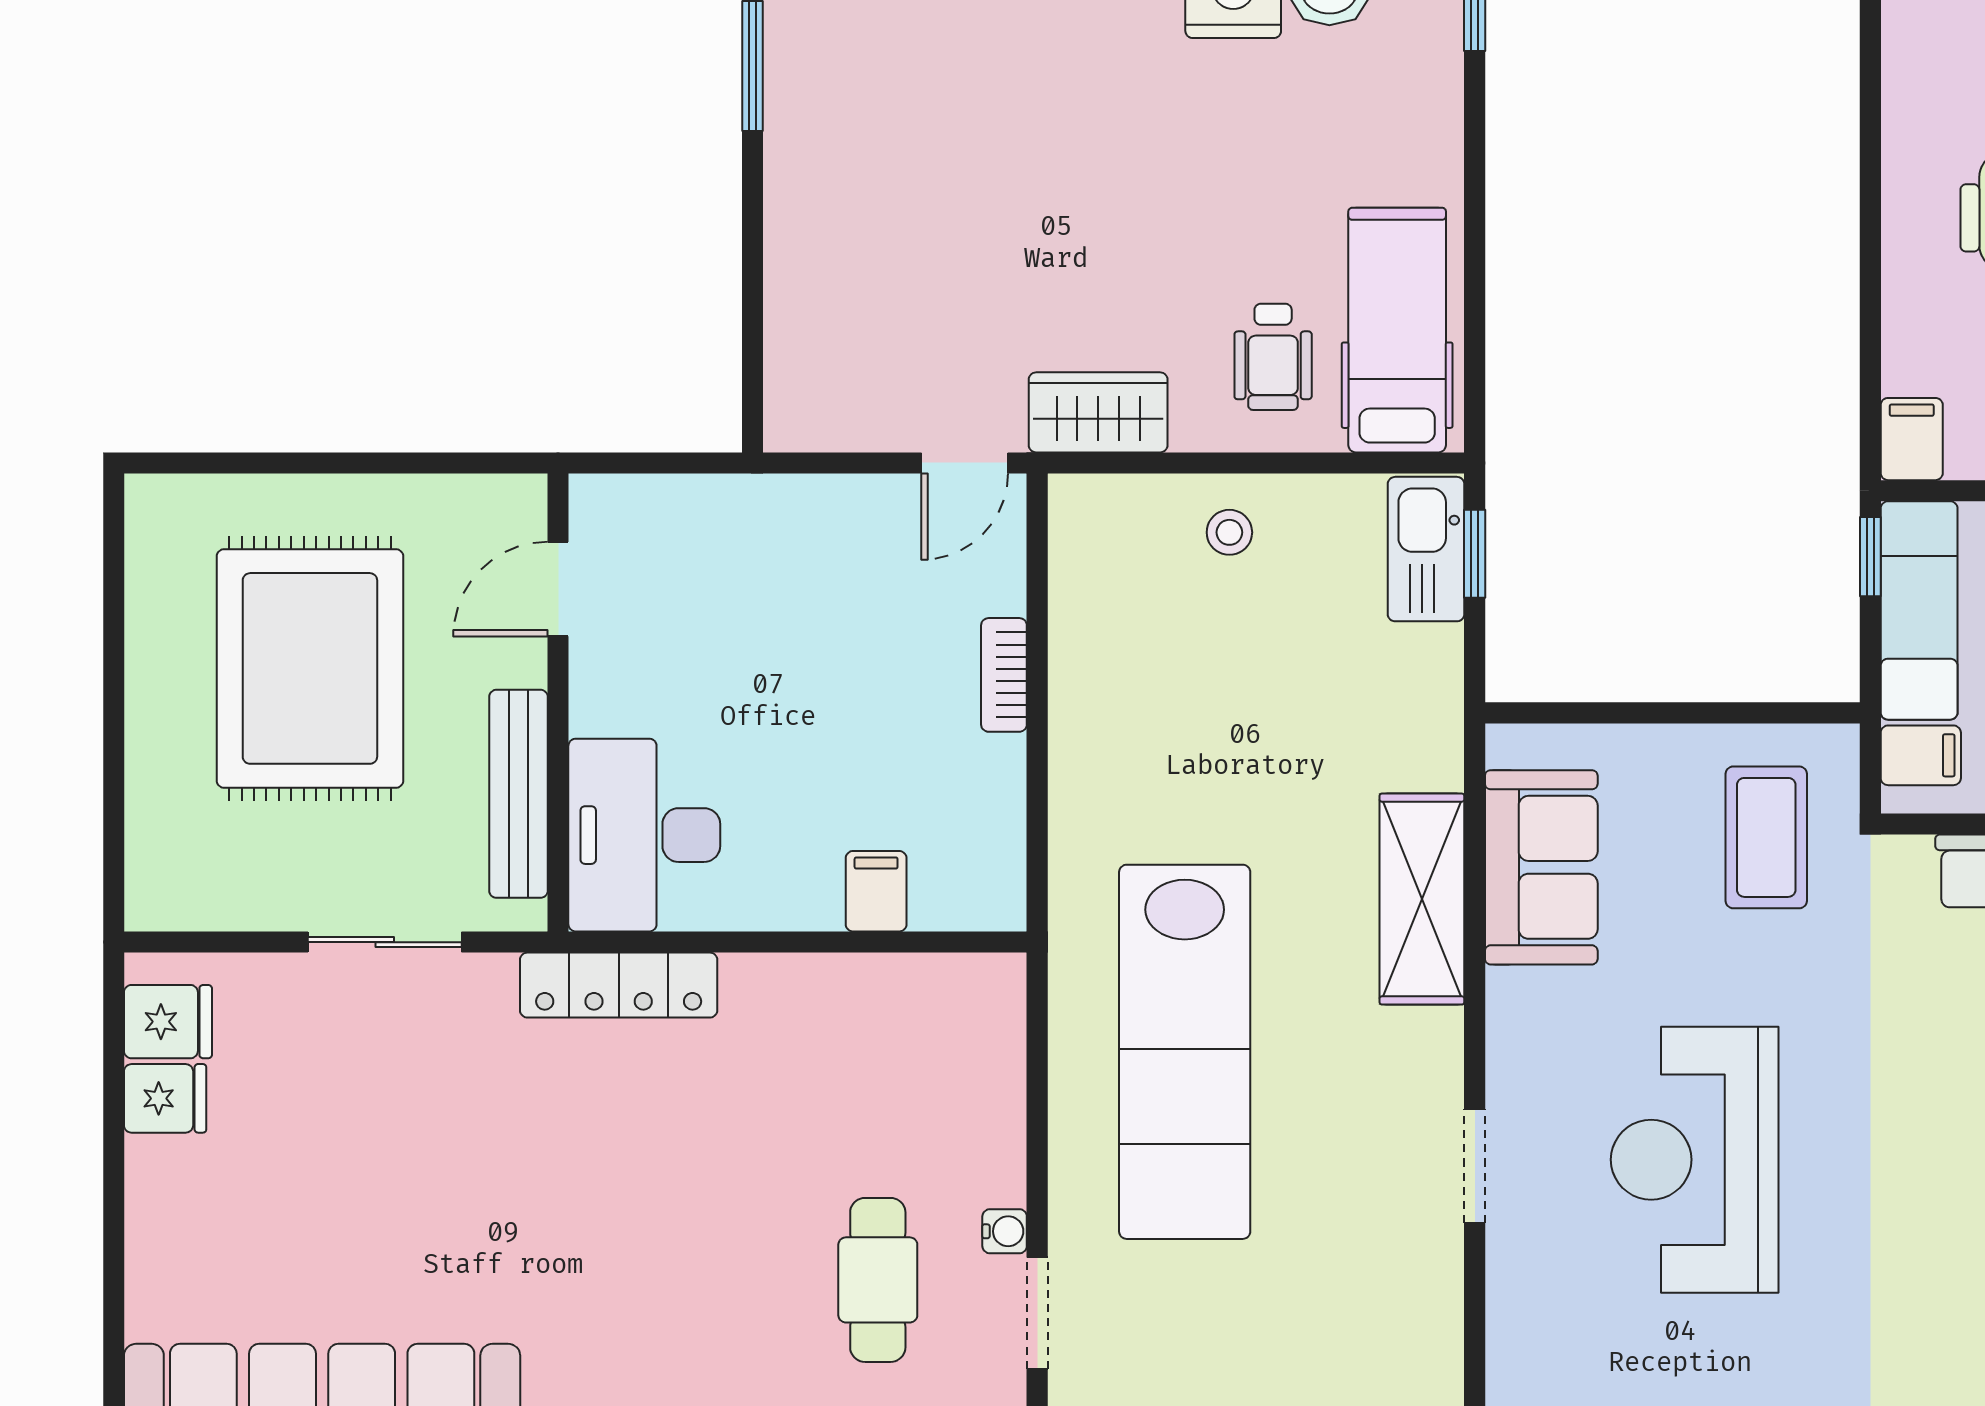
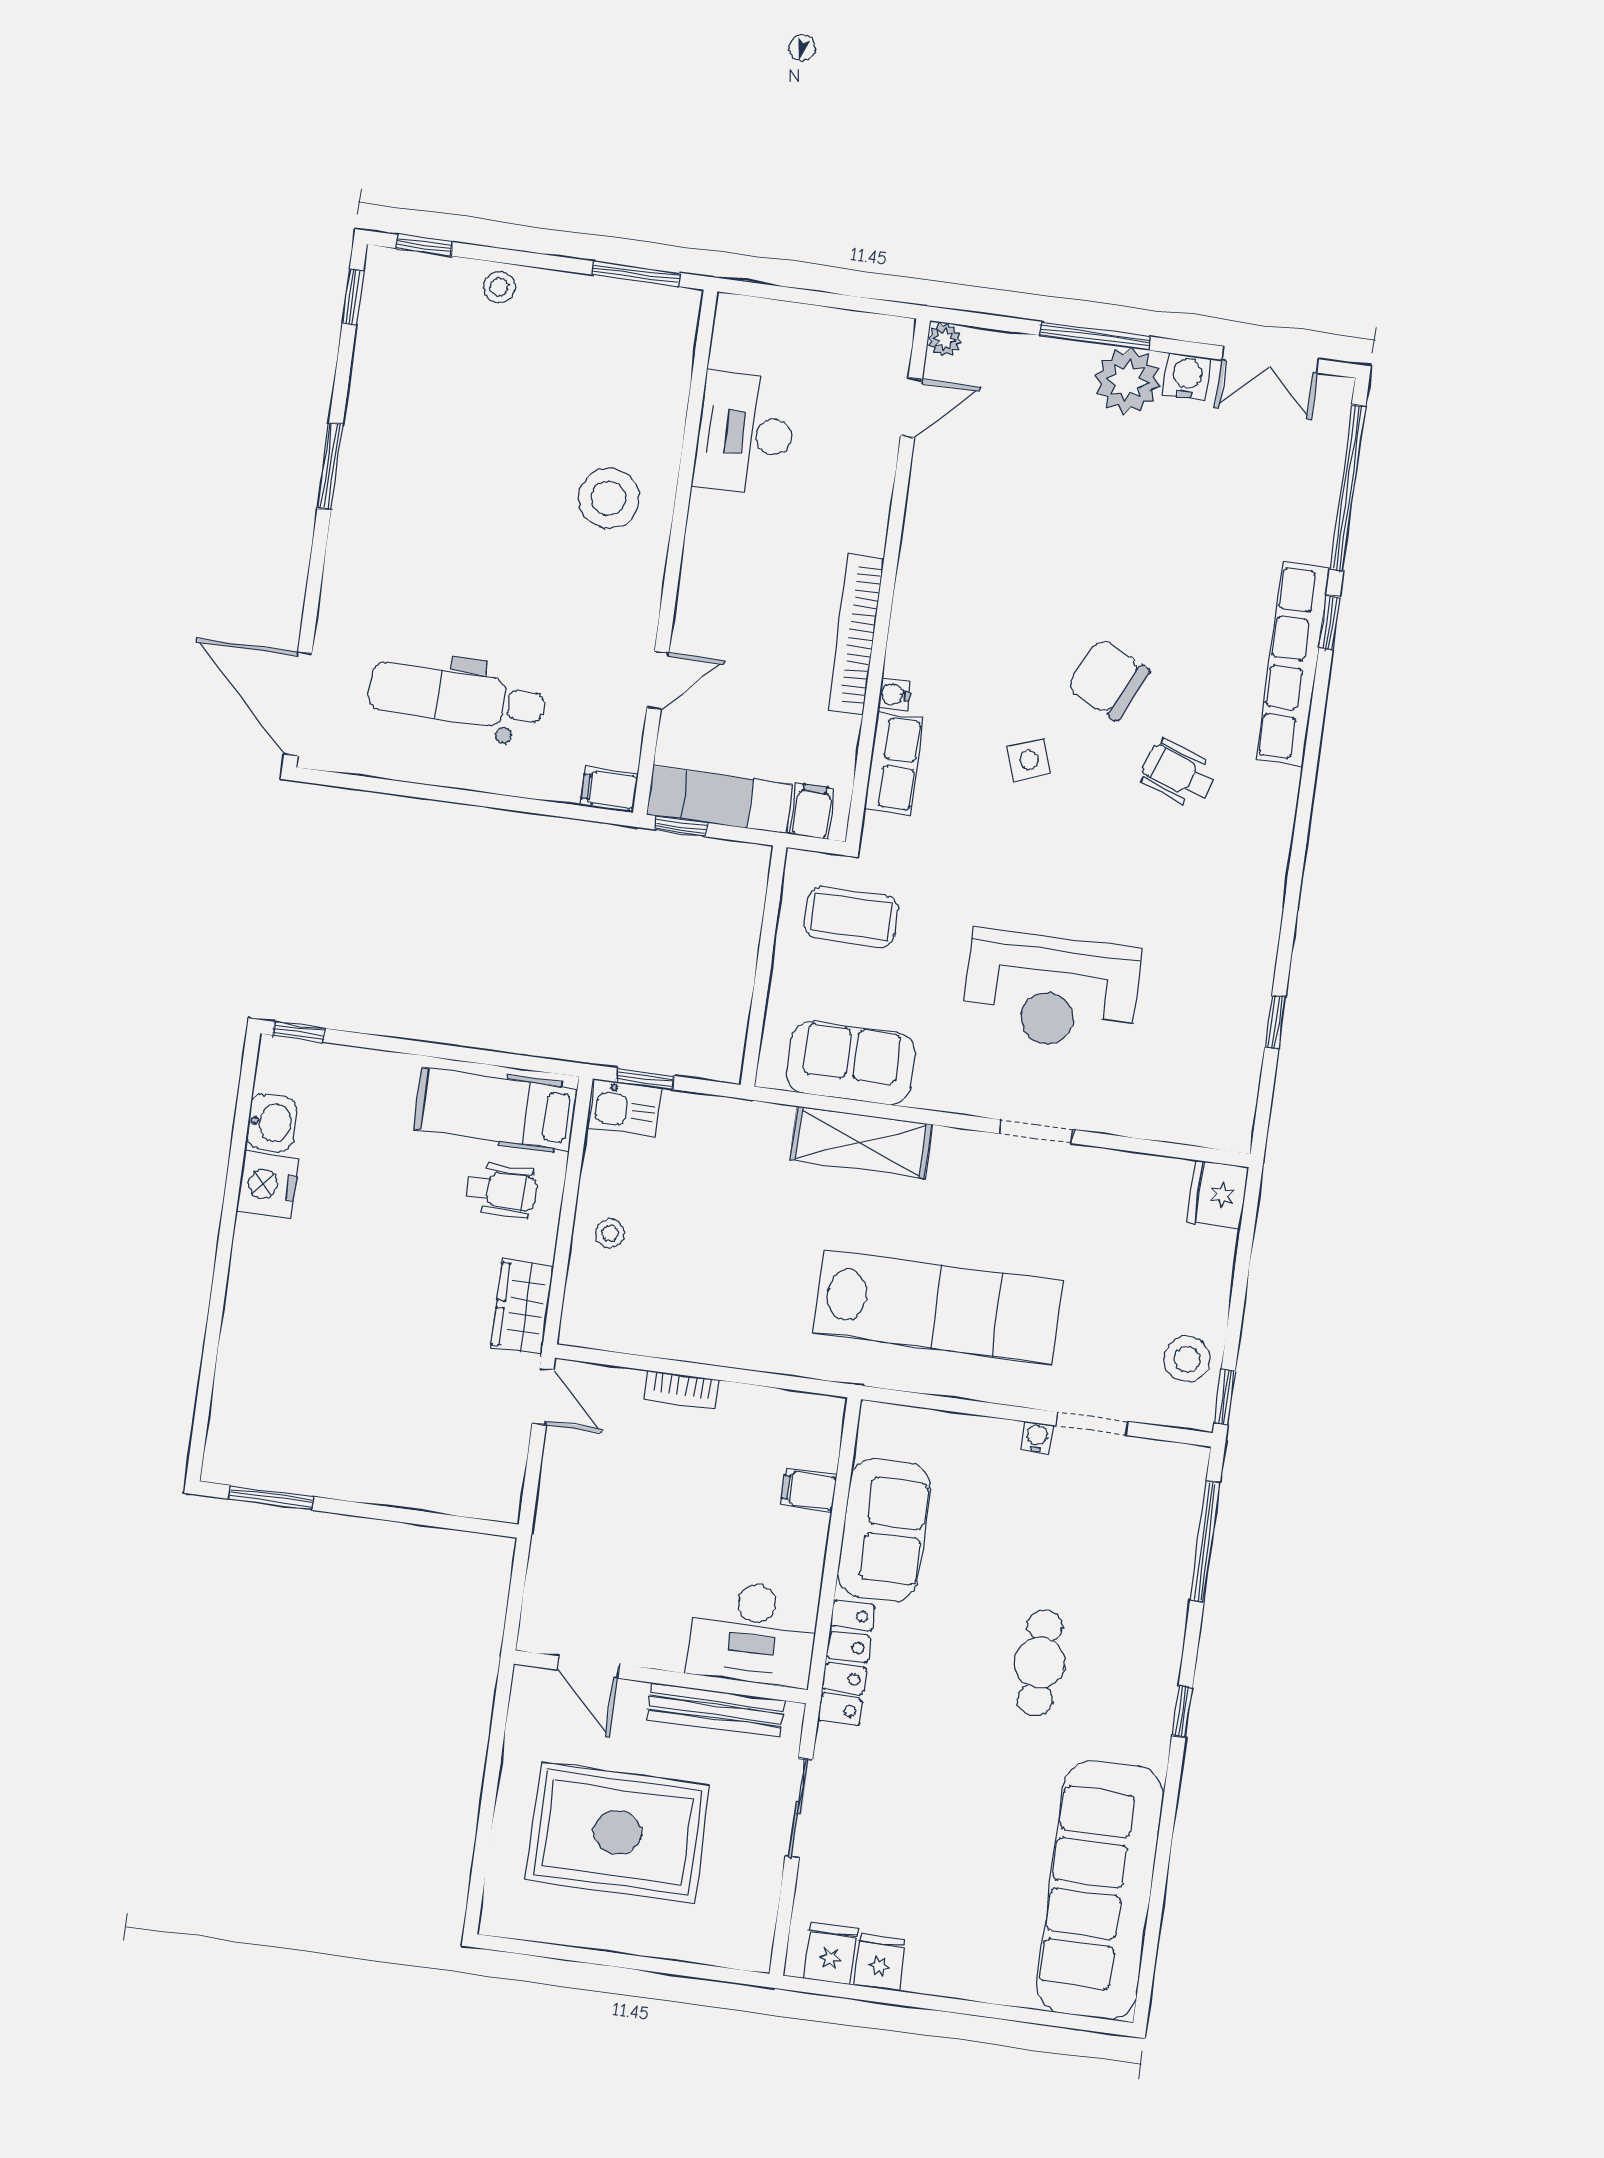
kitchen sink: (1426, 549) -> (625, 1108), width x0.73
sofa: (831, 1015) -> (884, 1530), added
cafe table: (878, 1280) -> (1040, 1663), moved, turned 90

